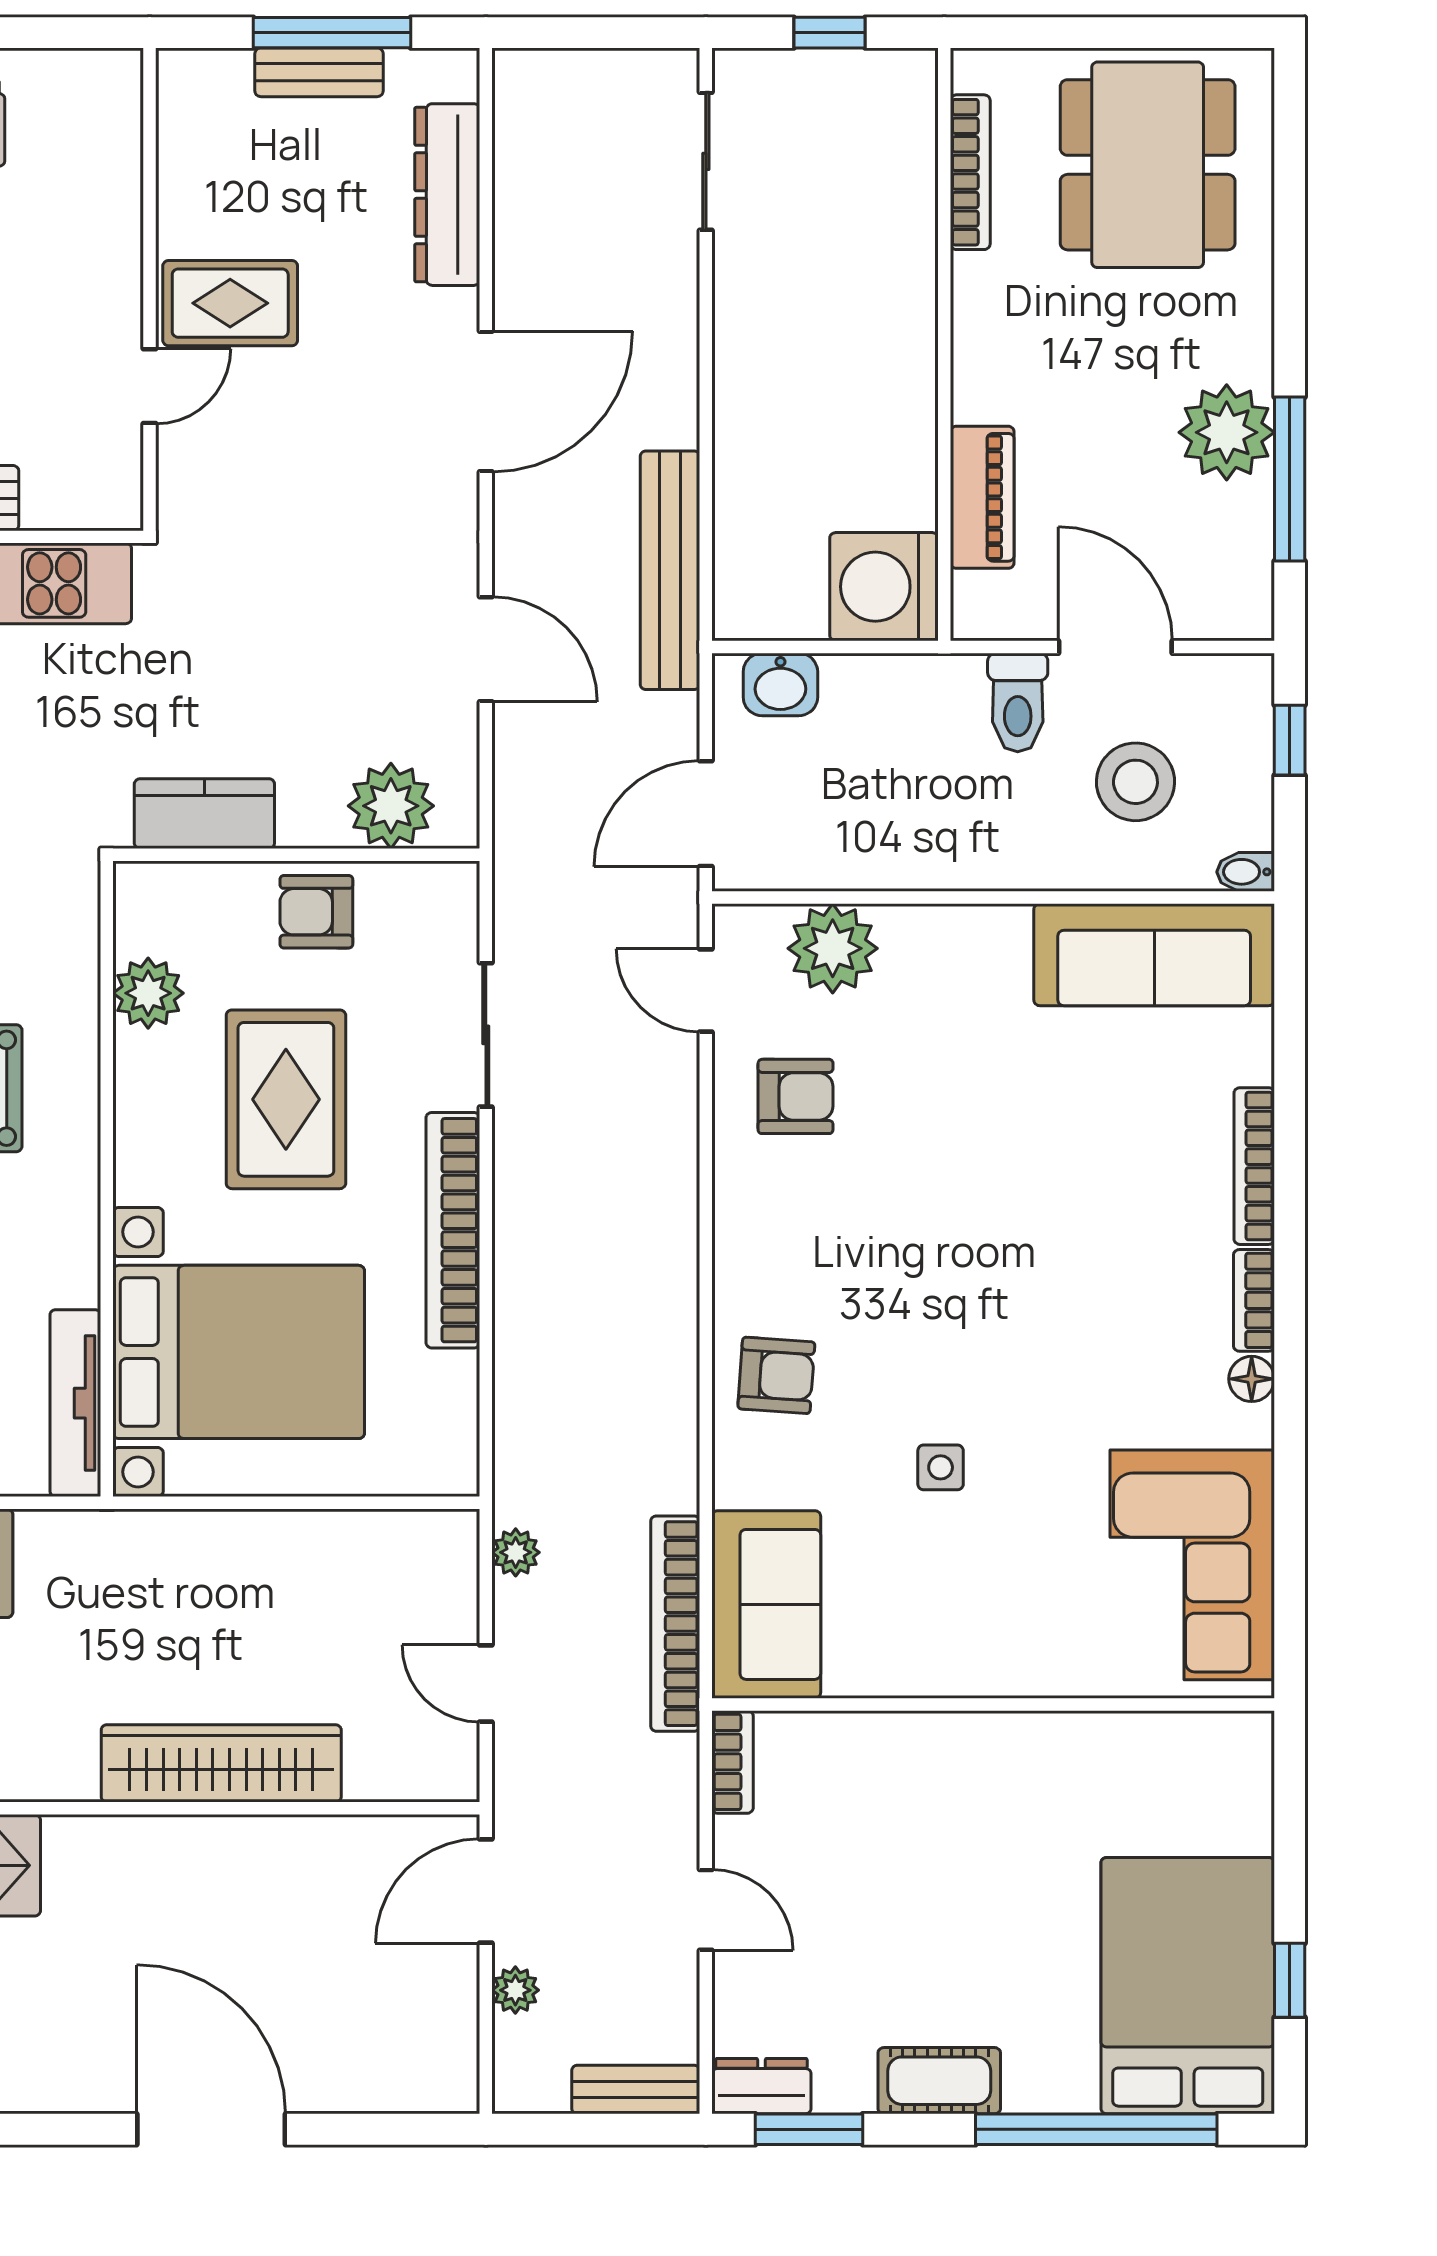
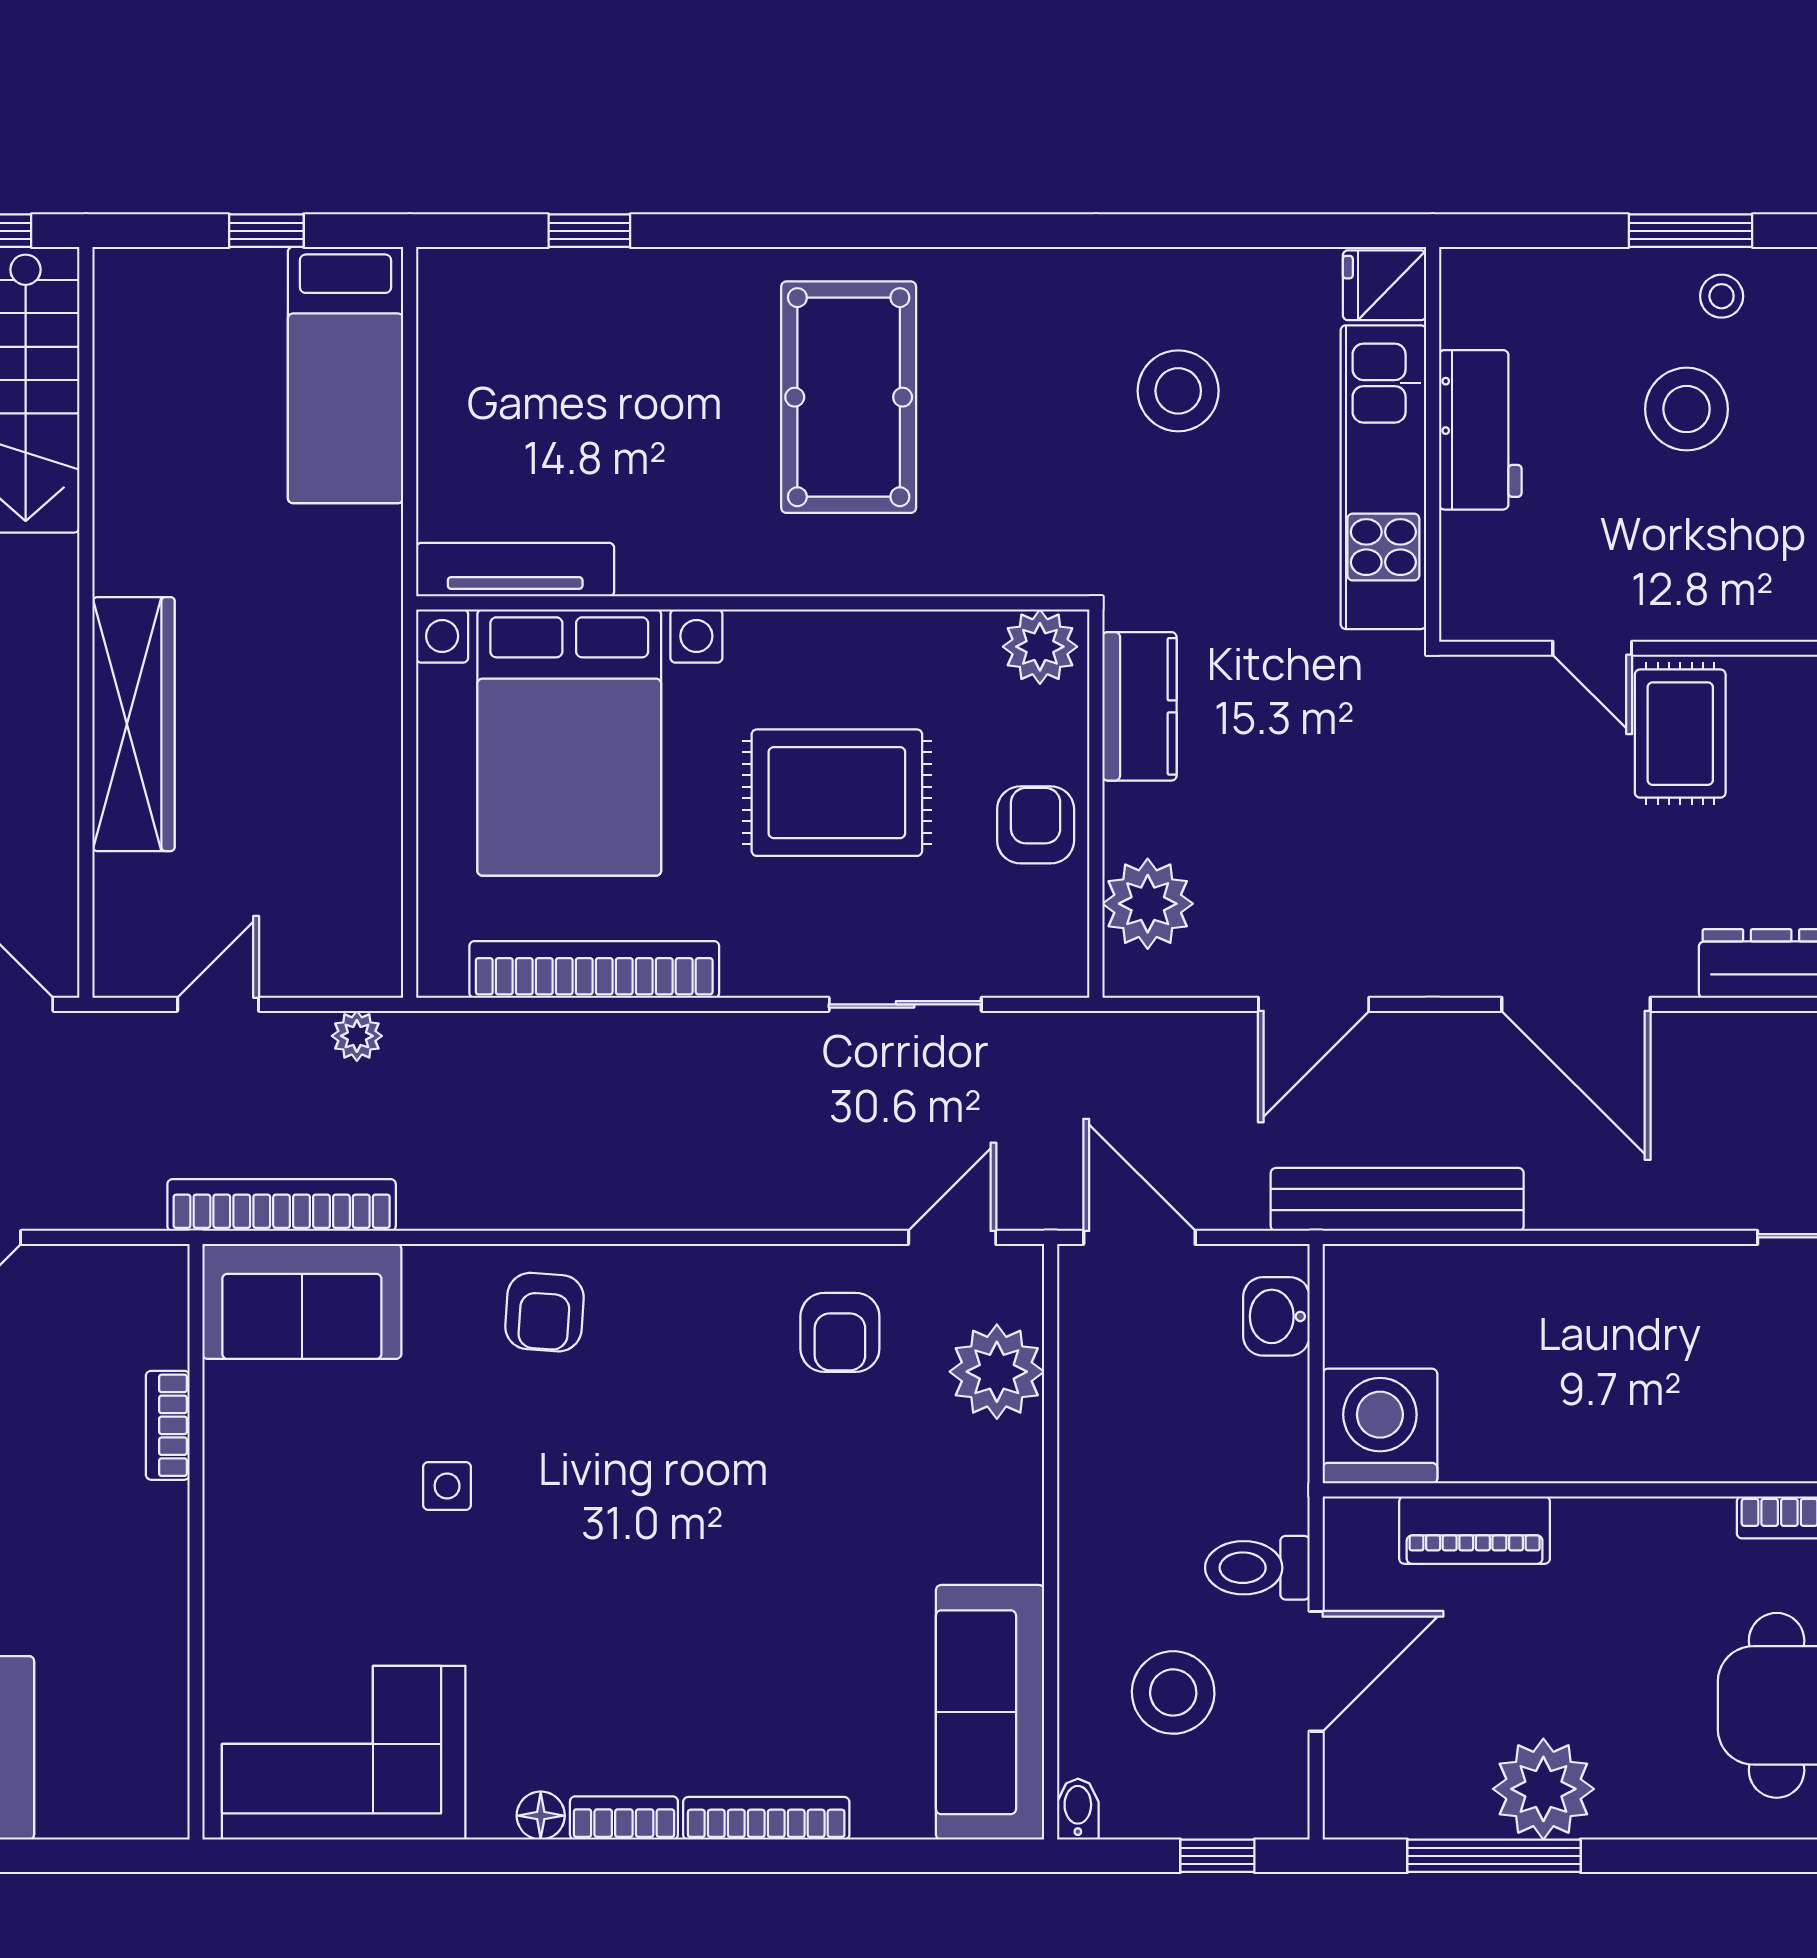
plant: (148, 993) -> (1040, 647), moved
bookcase: (453, 1230) -> (594, 969), moved
bookcase: (733, 1762) -> (168, 1425), moved, turned 90

